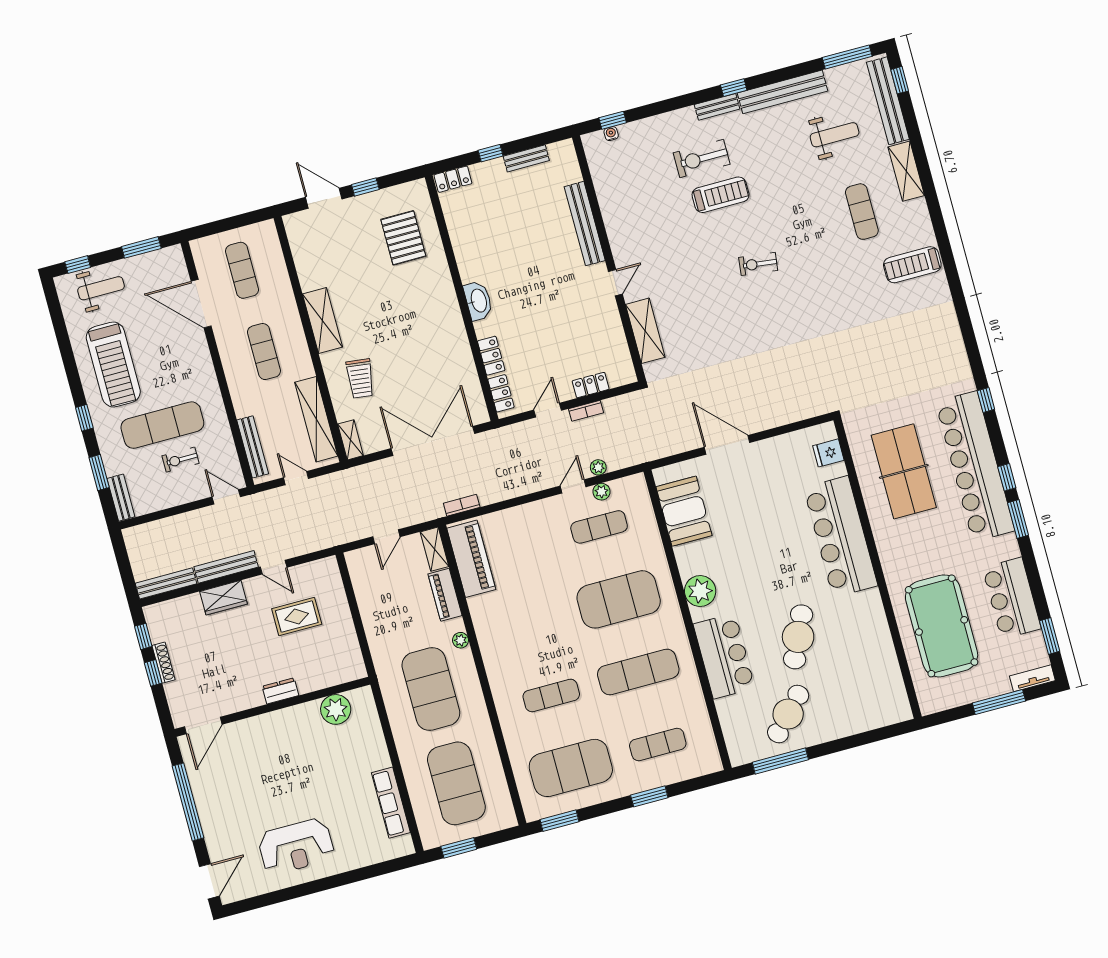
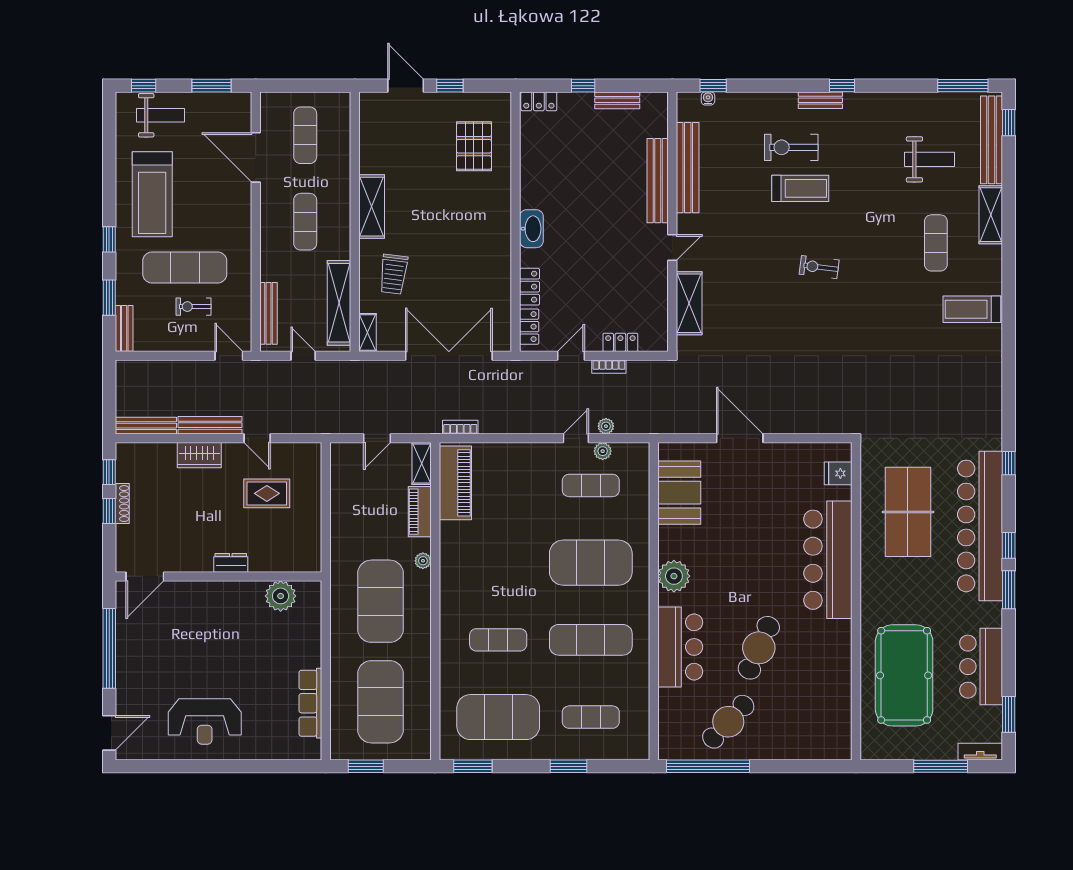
bench: (783, 92) -> (688, 168), moved, turned 90
window: (780, 761) -> (708, 766), width x1.46

